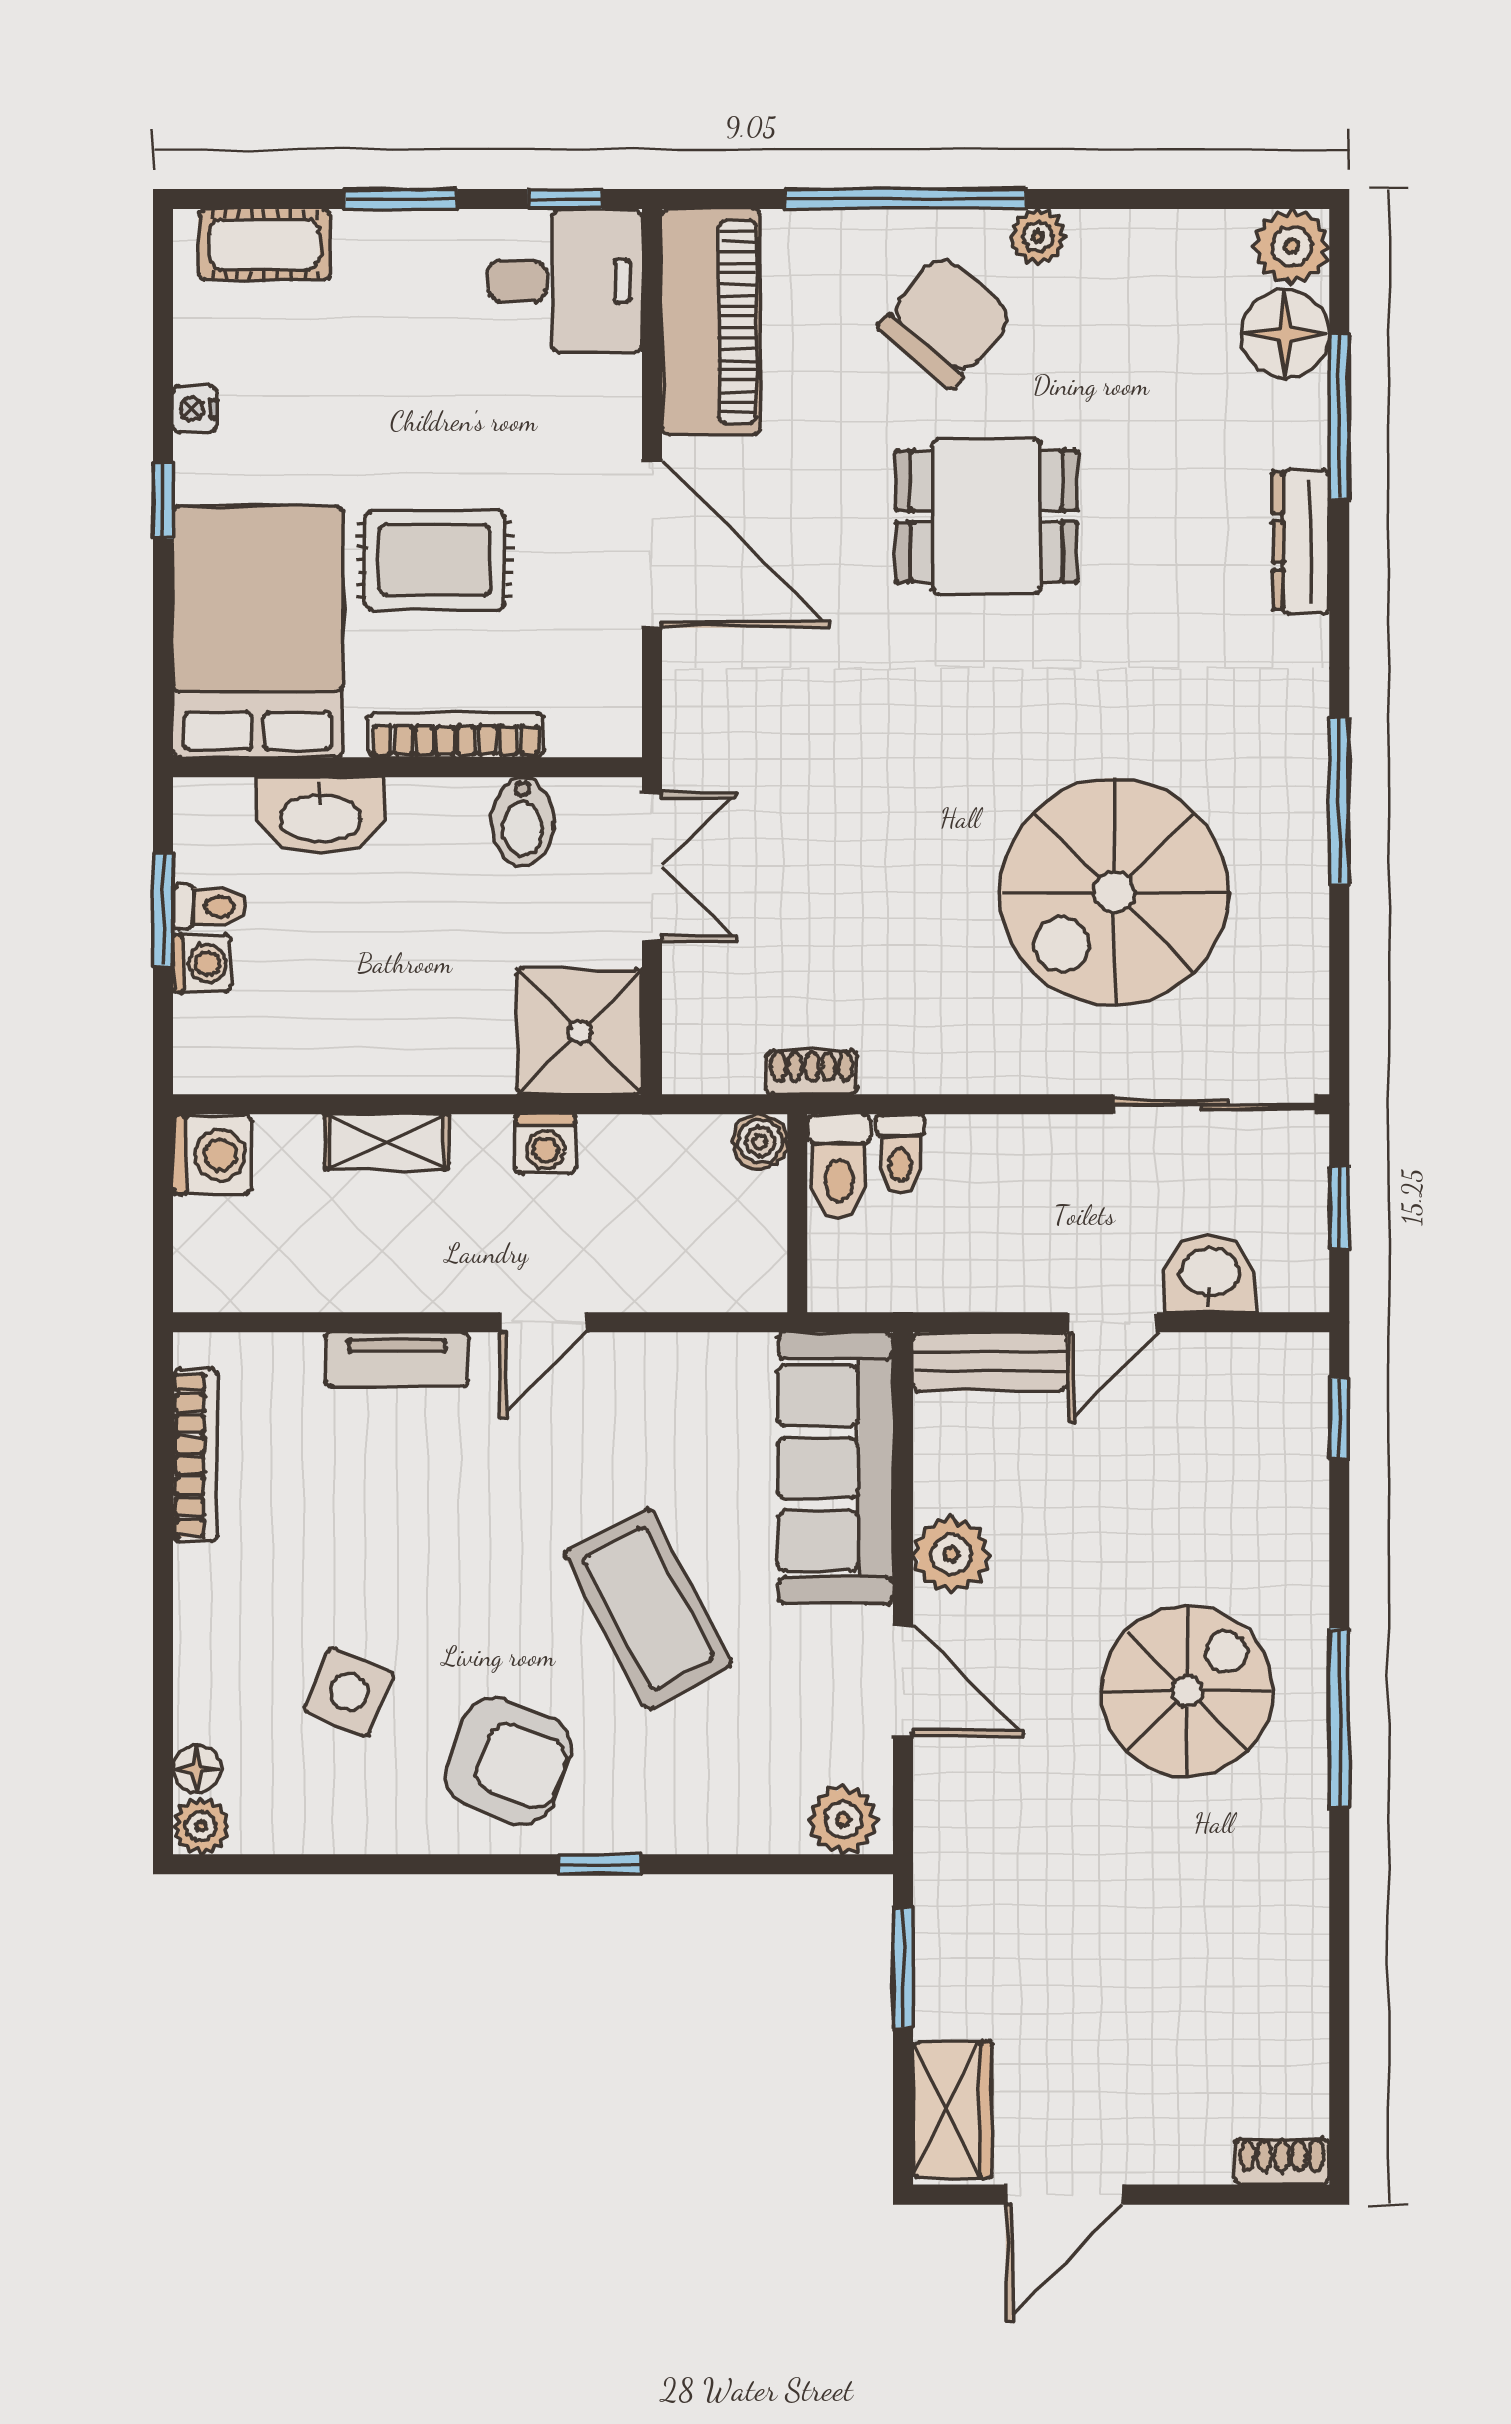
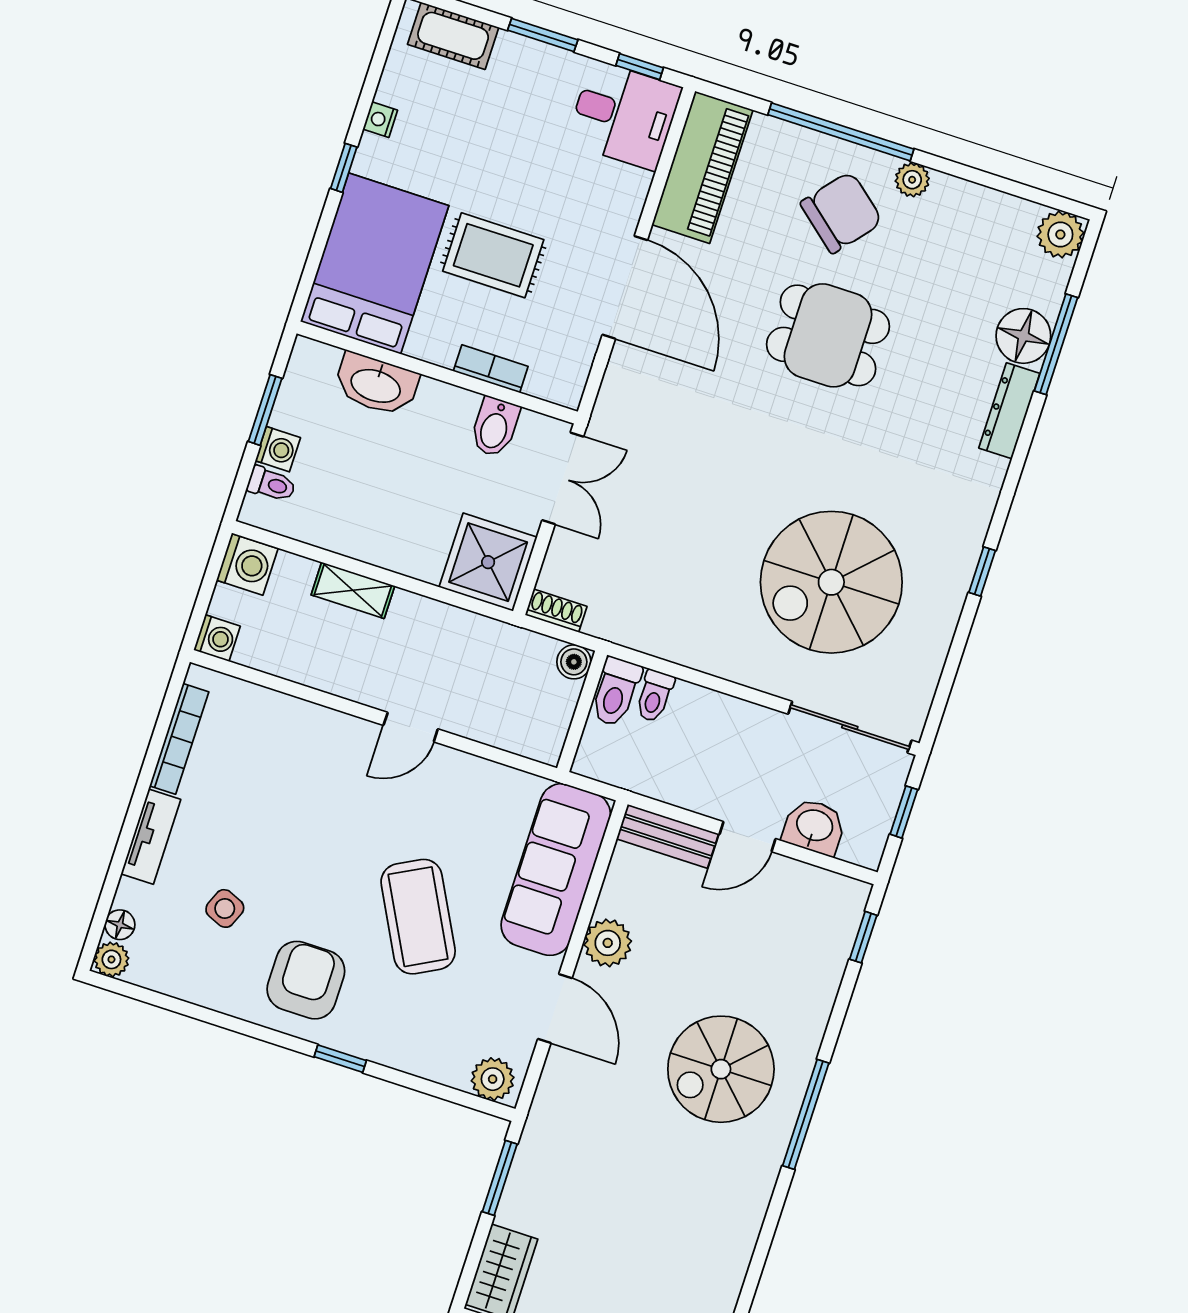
floor lamp: (1285, 334) -> (1023, 336), moved
bookcase: (456, 735) -> (491, 369), width x0.64
window: (1339, 801) -> (982, 572), width x0.46
toilet: (209, 907) -> (271, 484), moved
shoe rack: (812, 1072) -> (556, 611), moved
washing machine: (546, 1144) -> (217, 638), moved, turned -90
tv unit: (397, 1360) -> (151, 837), moved, turned -90
spiral stairs: (1187, 1691) -> (721, 1069), turned 180
side table: (349, 1692) -> (225, 908), width x0.73, depth x0.73
armchair: (508, 1761) -> (306, 980), turned -111

